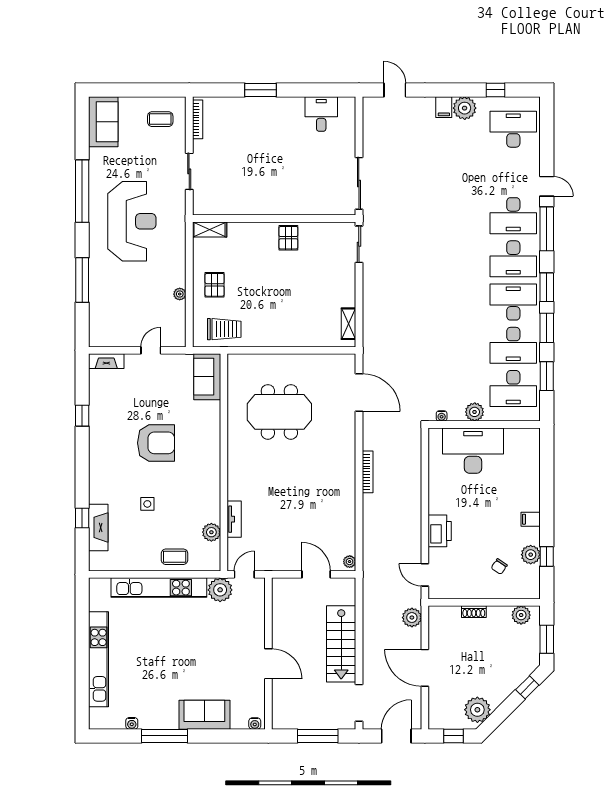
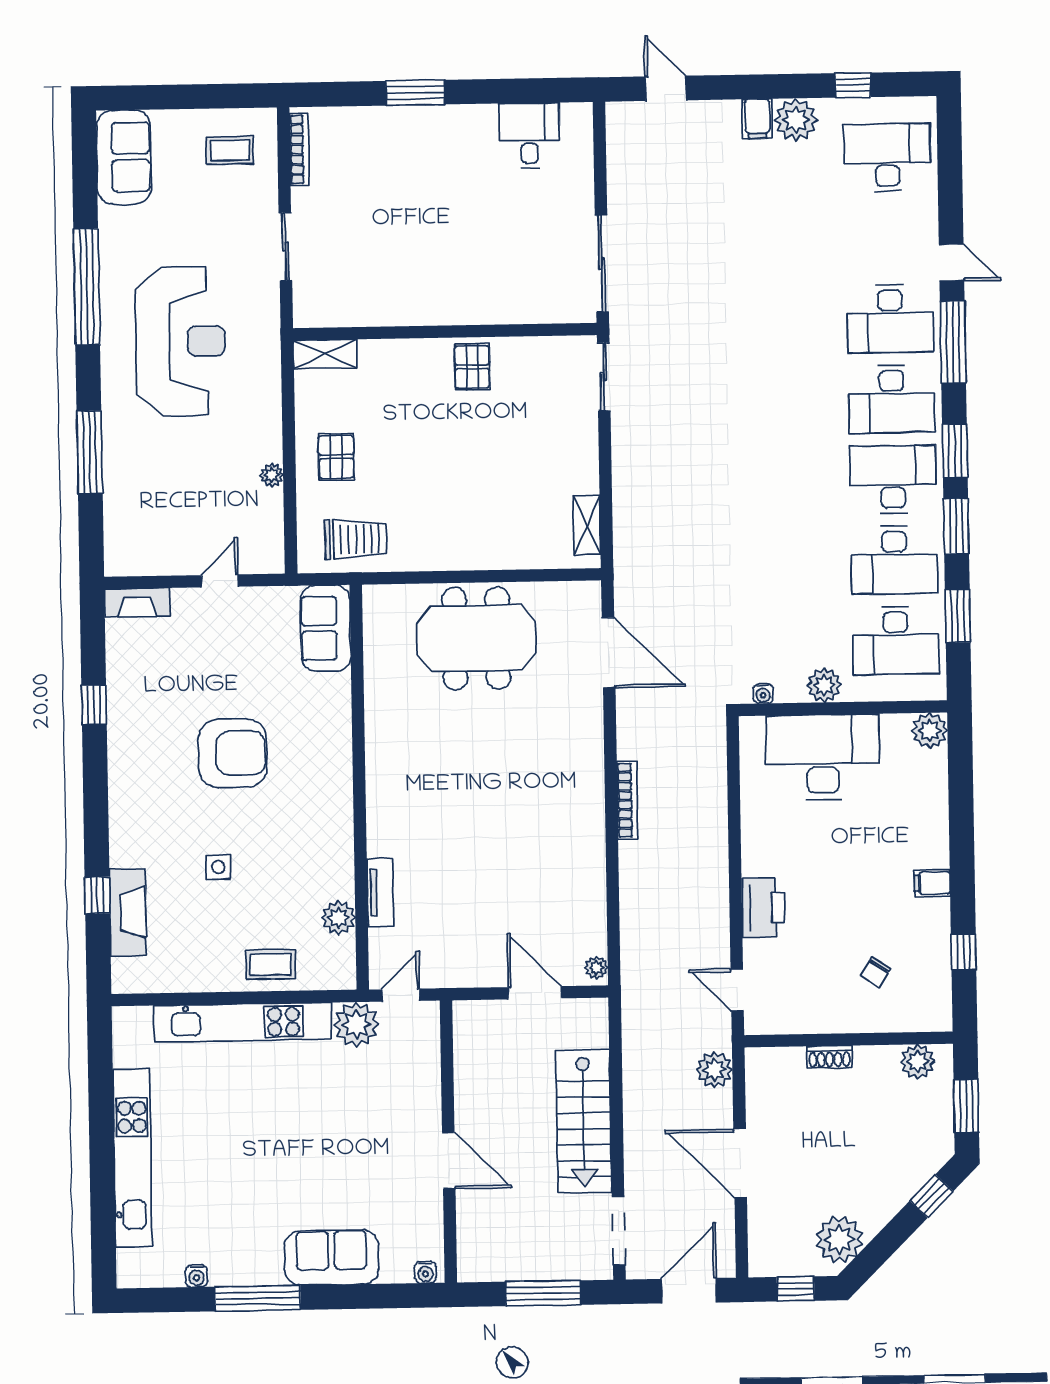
meeting table: (279, 412) -> (476, 638), moved
plant: (531, 555) -> (930, 731), moved

